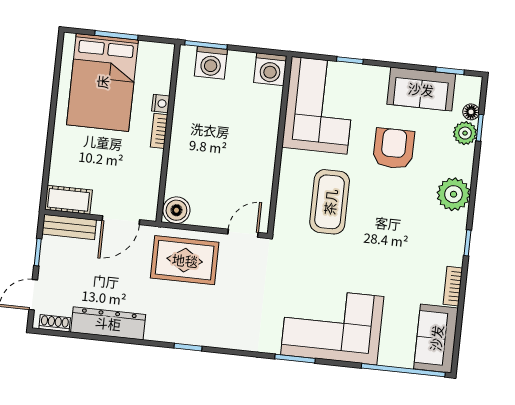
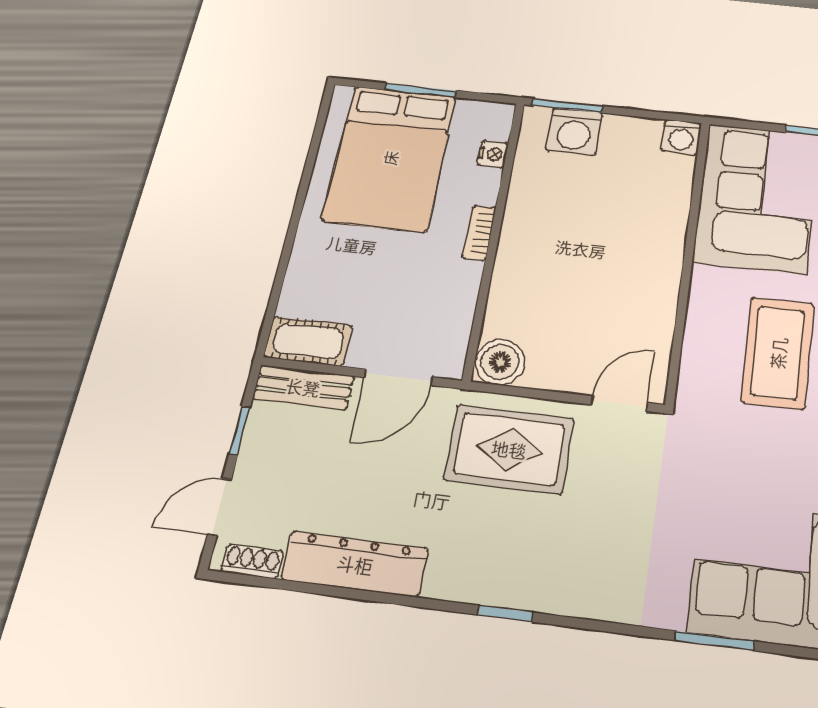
washing machine: (270, 69) -> (681, 137), width x0.73, depth x0.73
nightstand: (161, 103) -> (493, 154), moved

